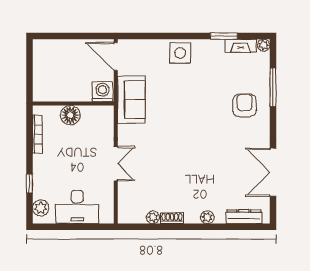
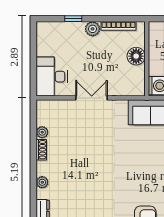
double door: (116, 164) -> (92, 98), swing flipped
desk: (77, 207) -> (52, 77), moved
plant: (41, 208) -> (93, 29), moved

